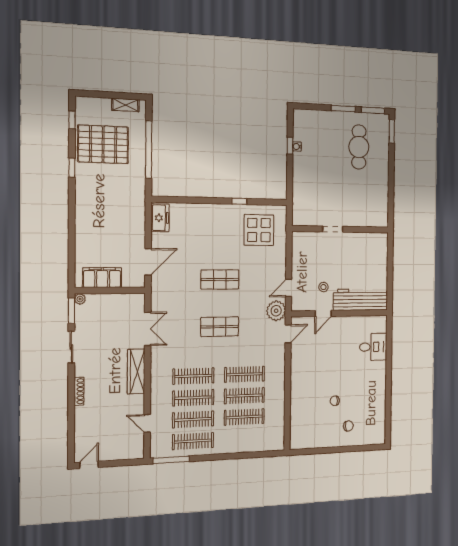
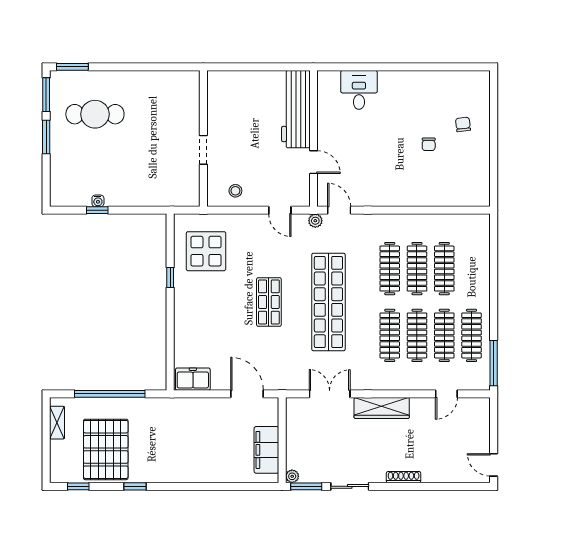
stool: (323, 287) -> (235, 191), moved
plant: (276, 311) -> (315, 221), width x0.53, depth x0.53
shop shelf: (220, 327) -> (328, 302), width x2.00, depth x1.36

